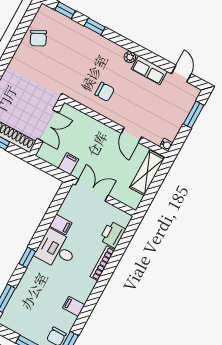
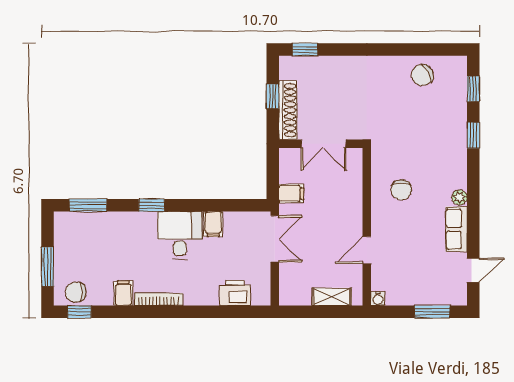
shelving: (147, 173) -> (332, 297), width x0.67, depth x0.75
bookcase: (102, 263) -> (158, 299), moved

